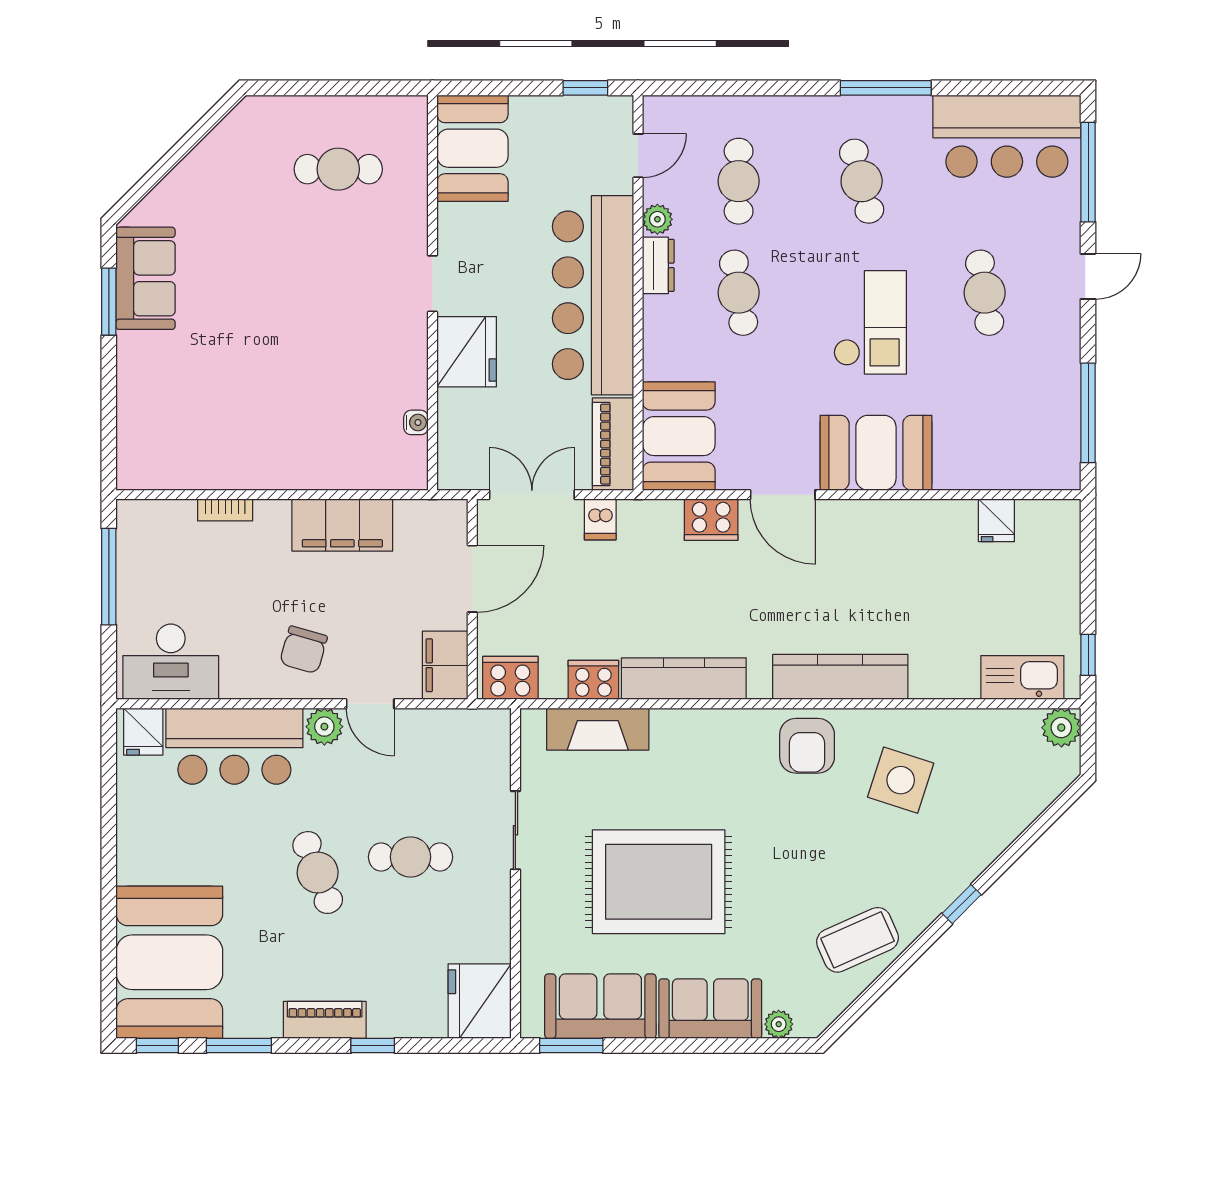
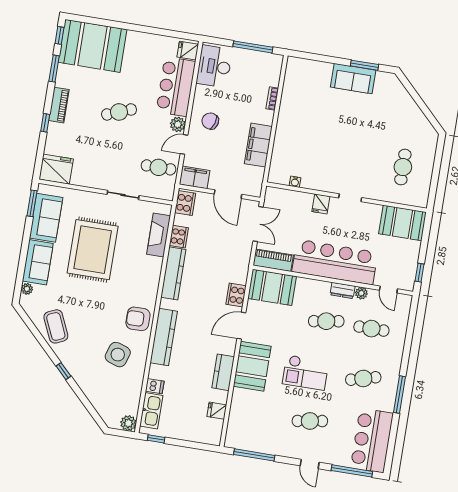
sofa: (146, 278) -> (353, 79), moved
fridge: (467, 352) -> (321, 204), width x0.53, depth x0.75
dishwasher: (600, 519) -> (155, 386), moved, turned 180
kitchen counter: (902, 520) -> (223, 372), added
cafe table: (411, 857) -> (158, 167), moved, turned 90

